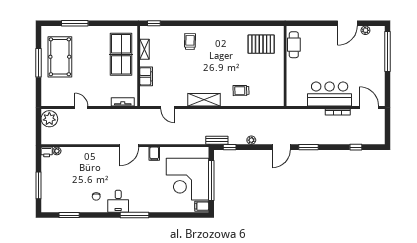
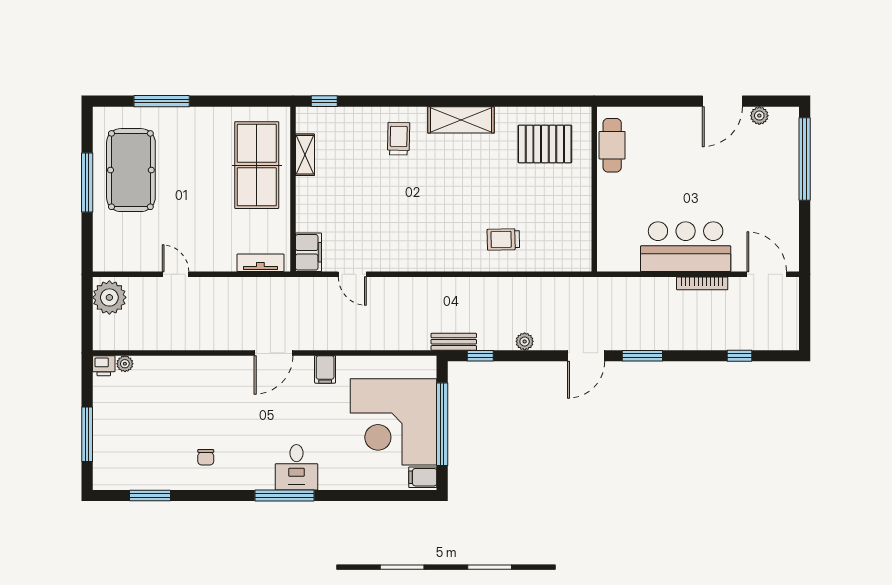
filing cabinet: (146, 76) -> (309, 252), moved
shelving: (204, 100) -> (461, 120), moved
desk: (118, 201) -> (296, 467), moved

